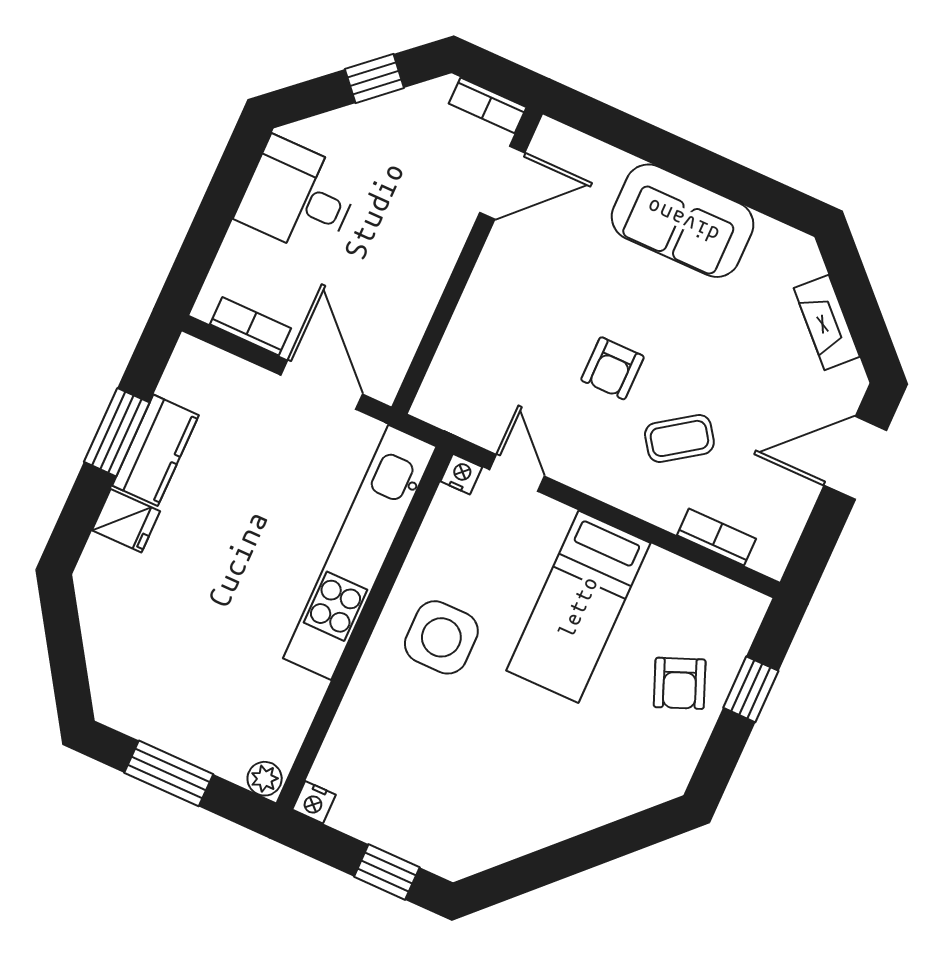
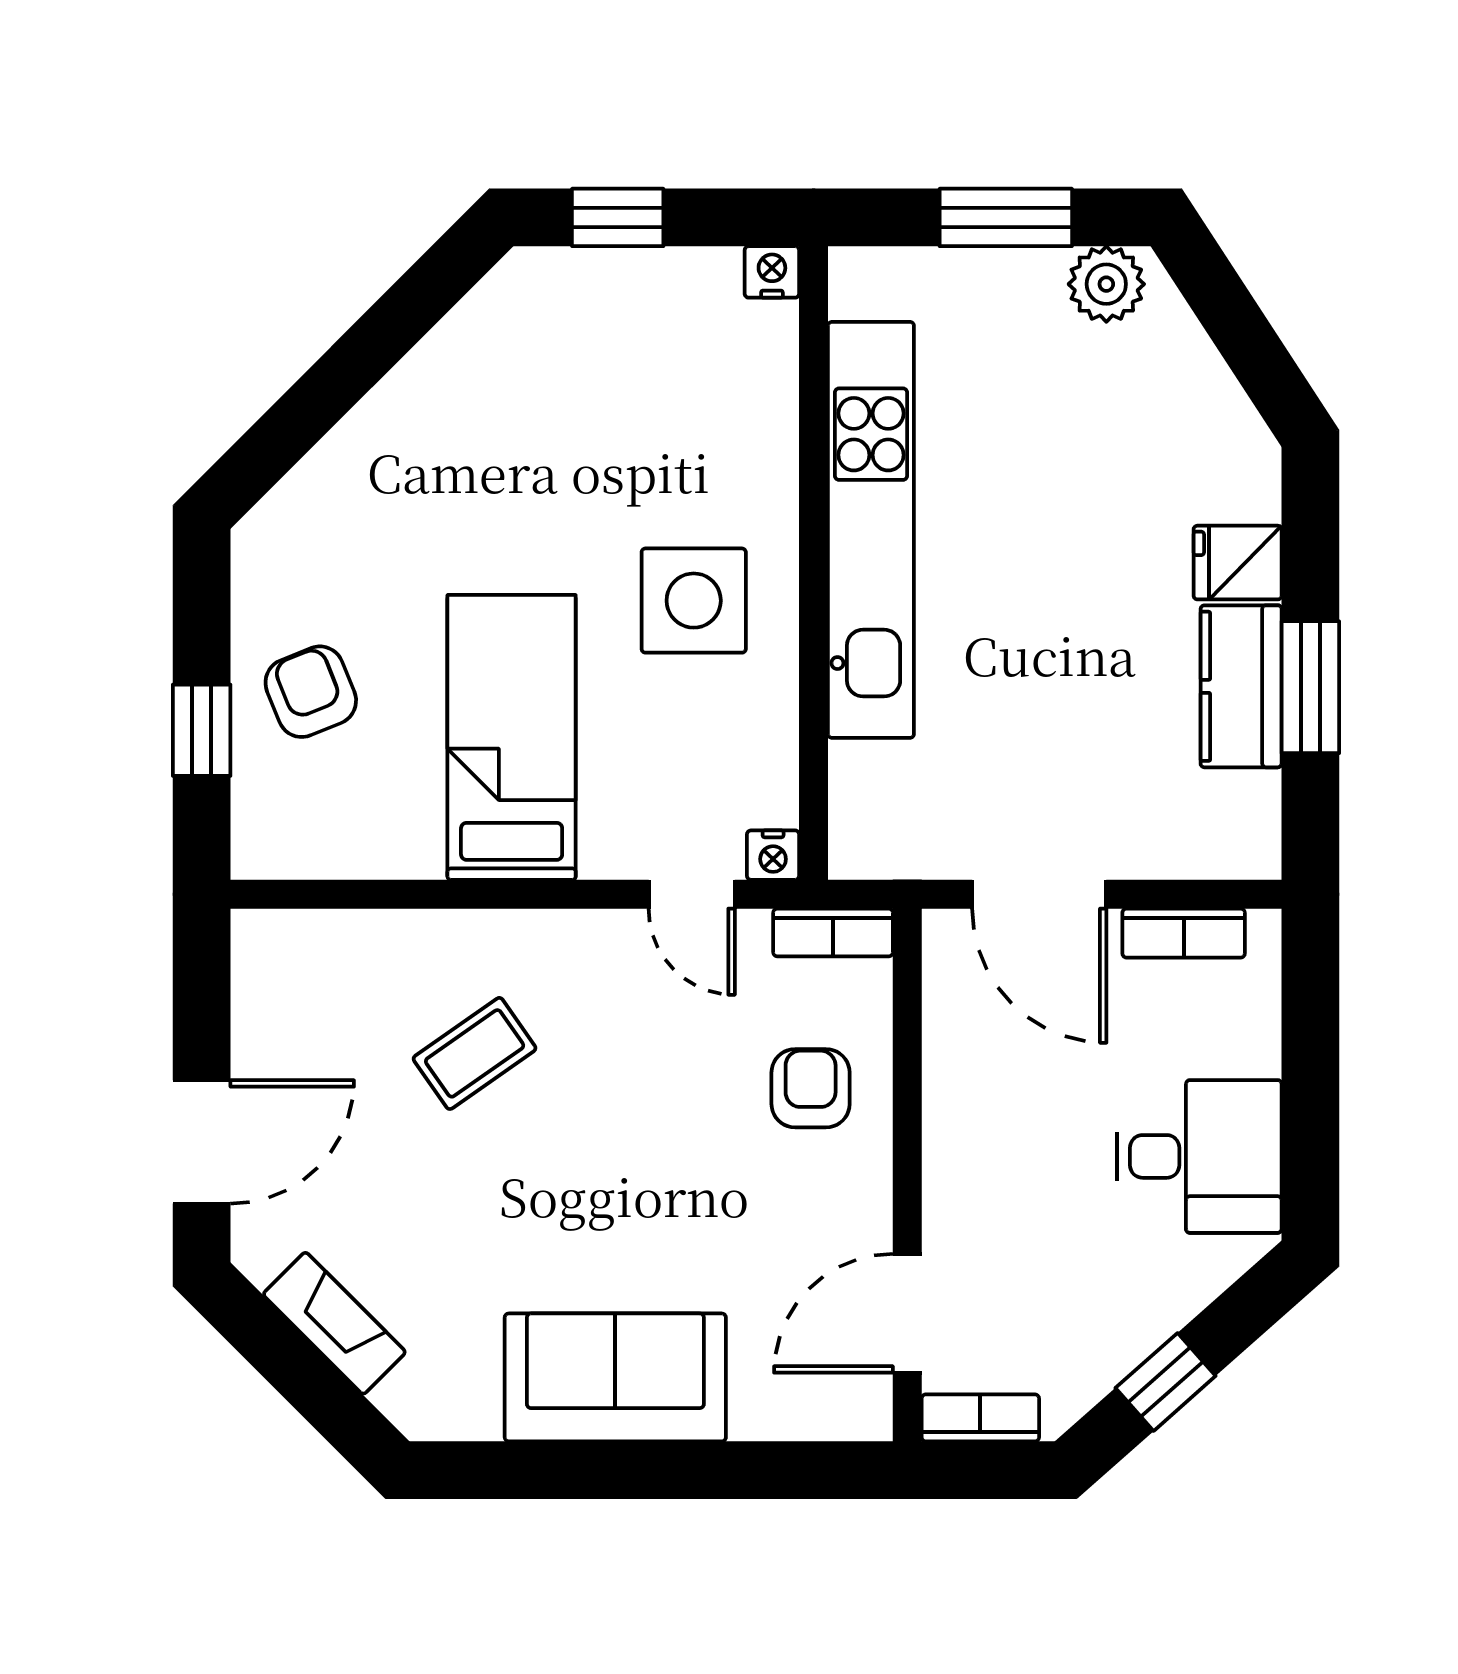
armchair: (612, 368) -> (811, 1088), moved
bookcase: (716, 537) -> (833, 933), moved
kitchen unit: (360, 552) -> (871, 530), moved
plant: (265, 779) -> (1106, 284), moved, width x1.38, depth x1.38

